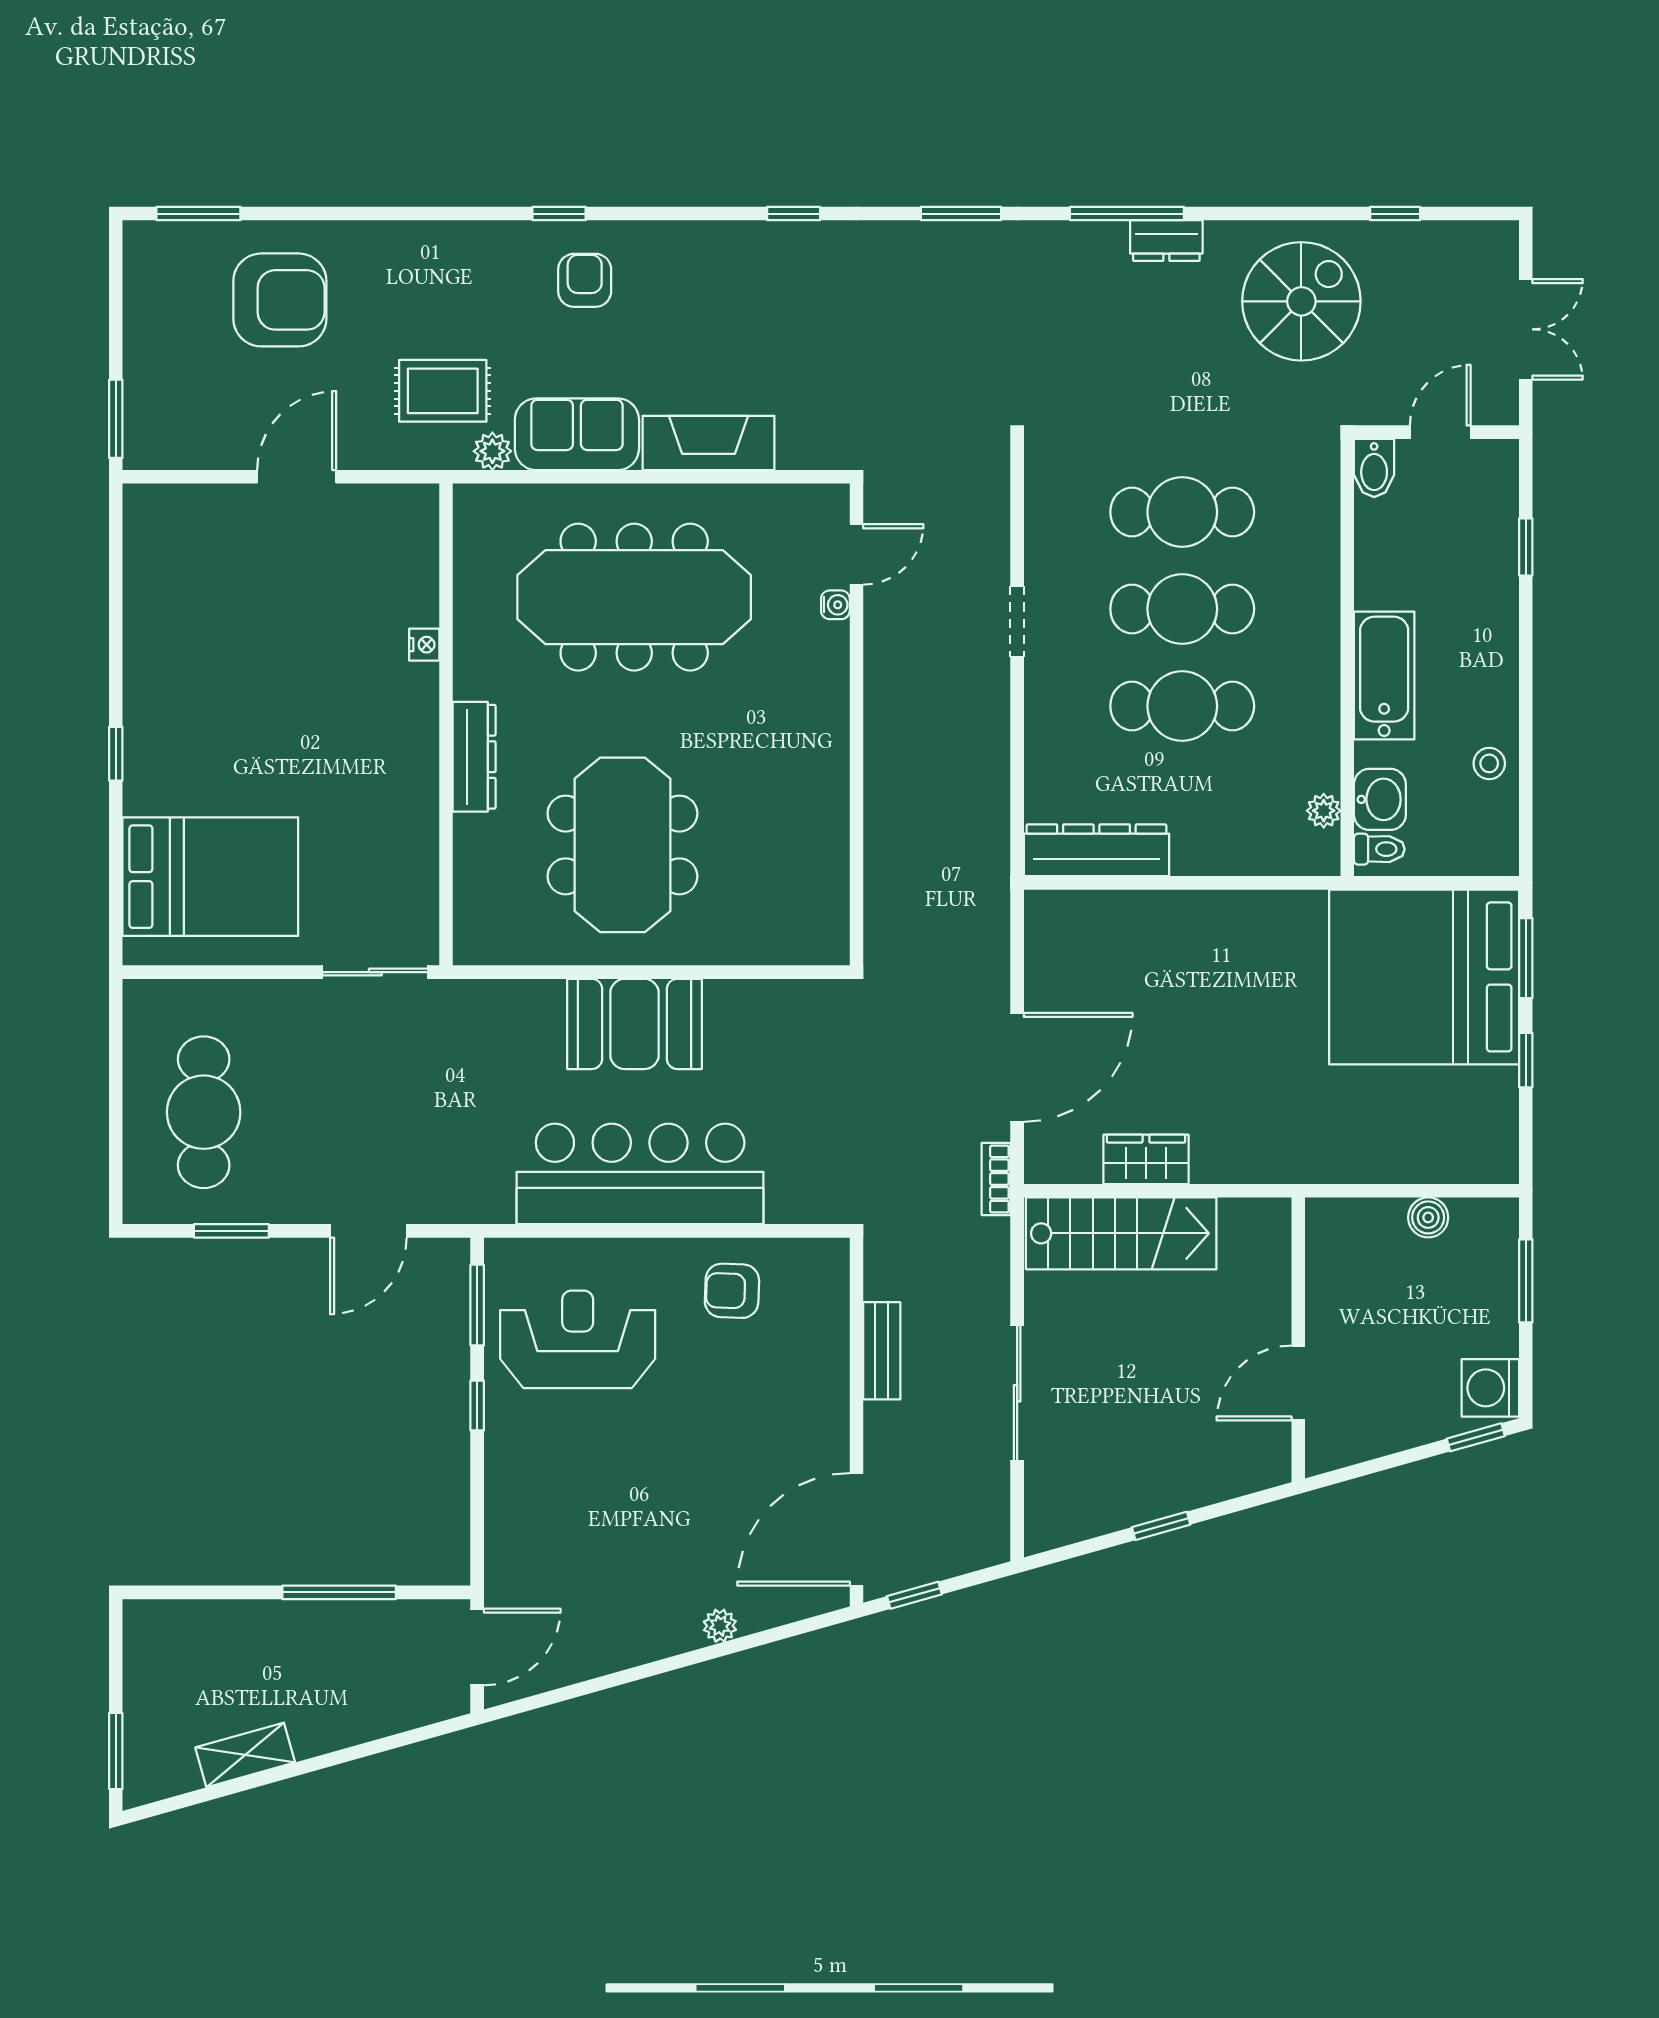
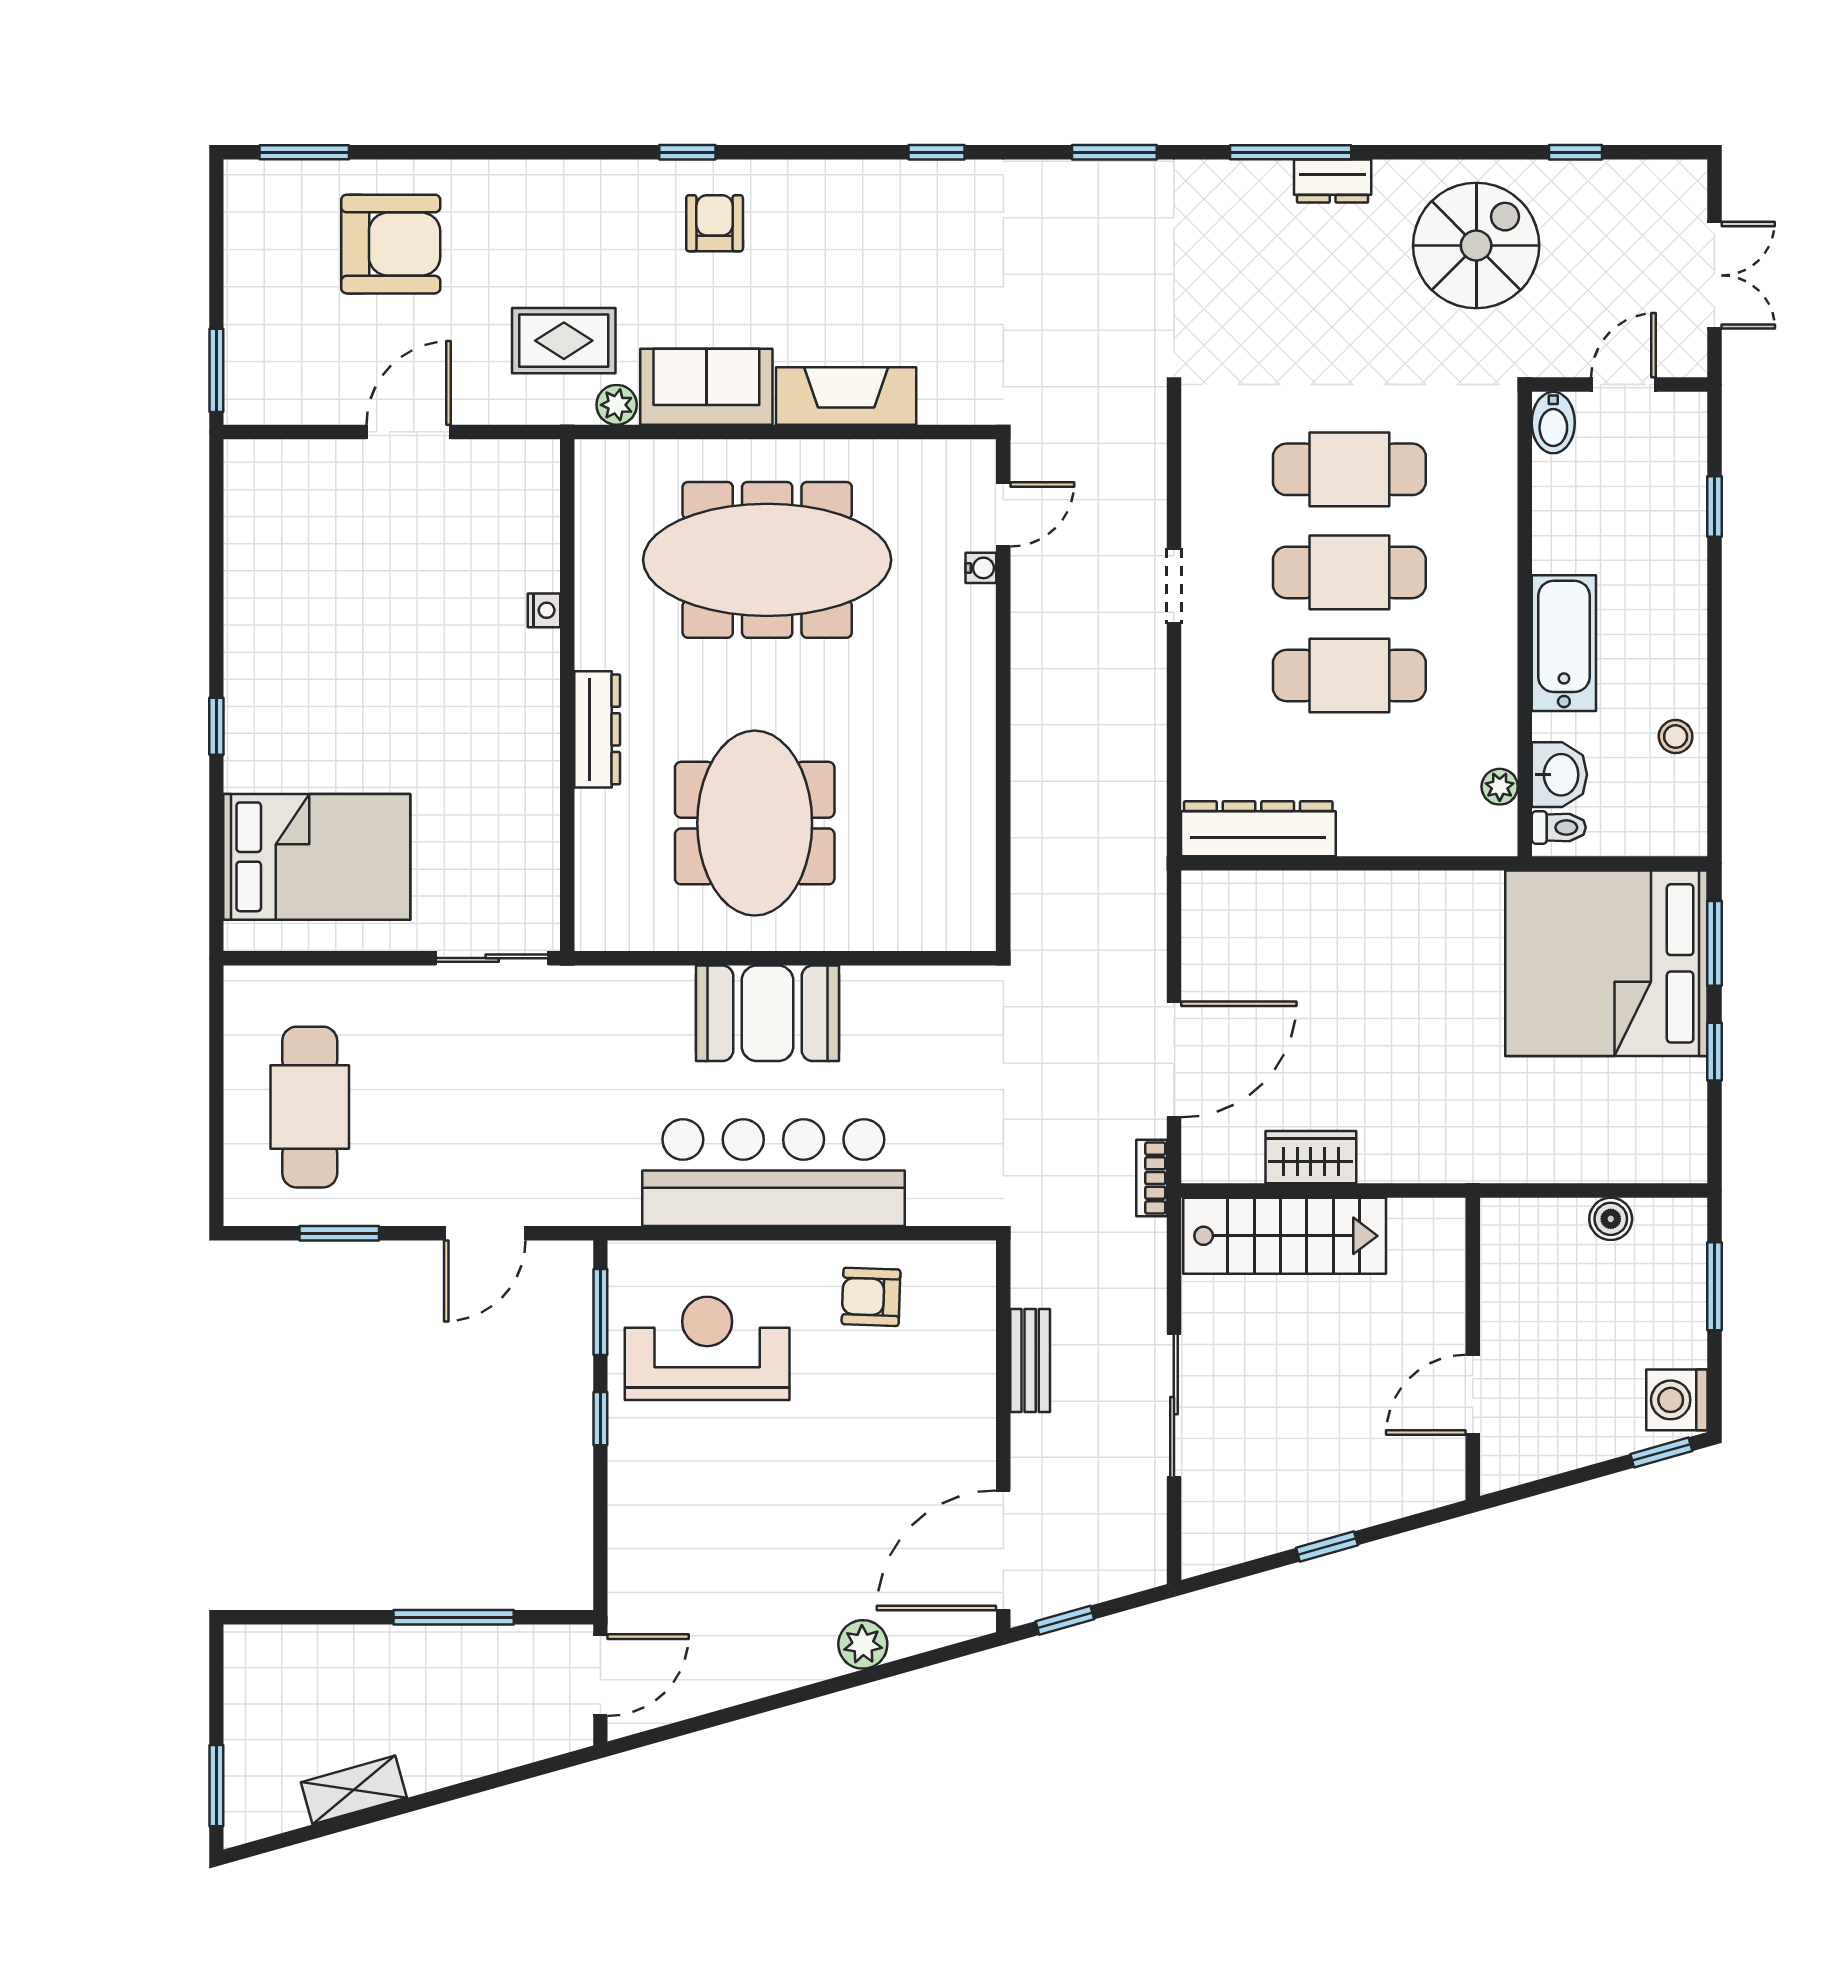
plant: (720, 1626) -> (863, 1644), width x1.38, depth x1.38

